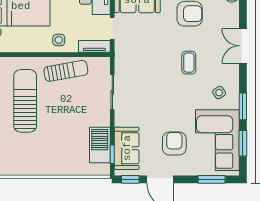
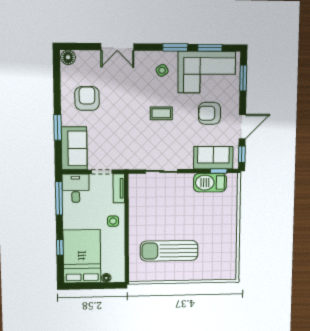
coffee table: (189, 63) -> (161, 113), moved
sun lounger: (66, 71) -> (142, 214), removed

